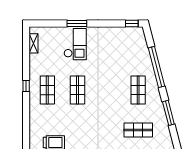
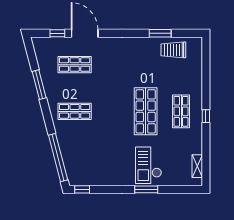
window: (156, 67) -> (58, 158), moved
shop shelf: (78, 90) -> (146, 111), width x1.43, depth x1.36
shop shelf: (138, 90) -> (75, 111), turned 90

